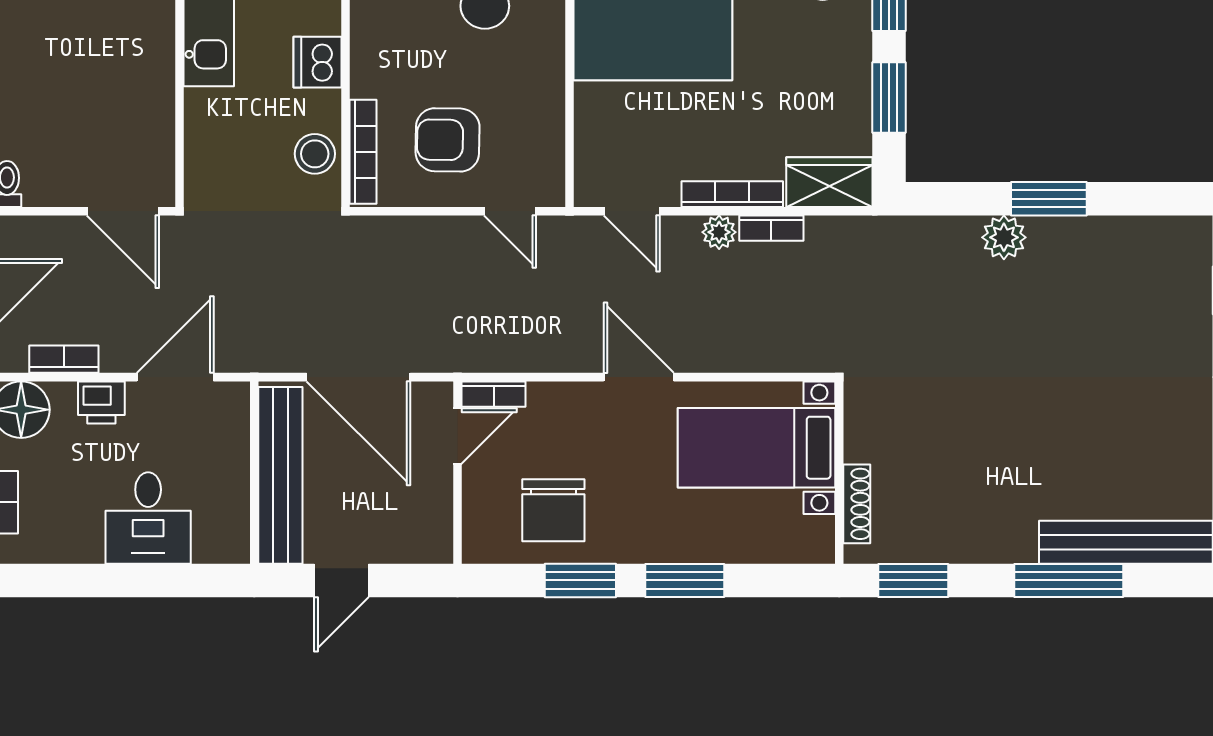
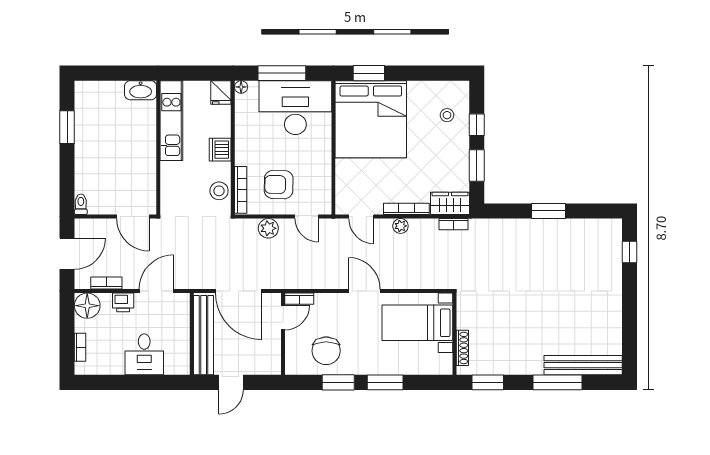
bookcase: (771, 228) -> (453, 224), moved
plant: (1004, 237) -> (268, 228), moved

